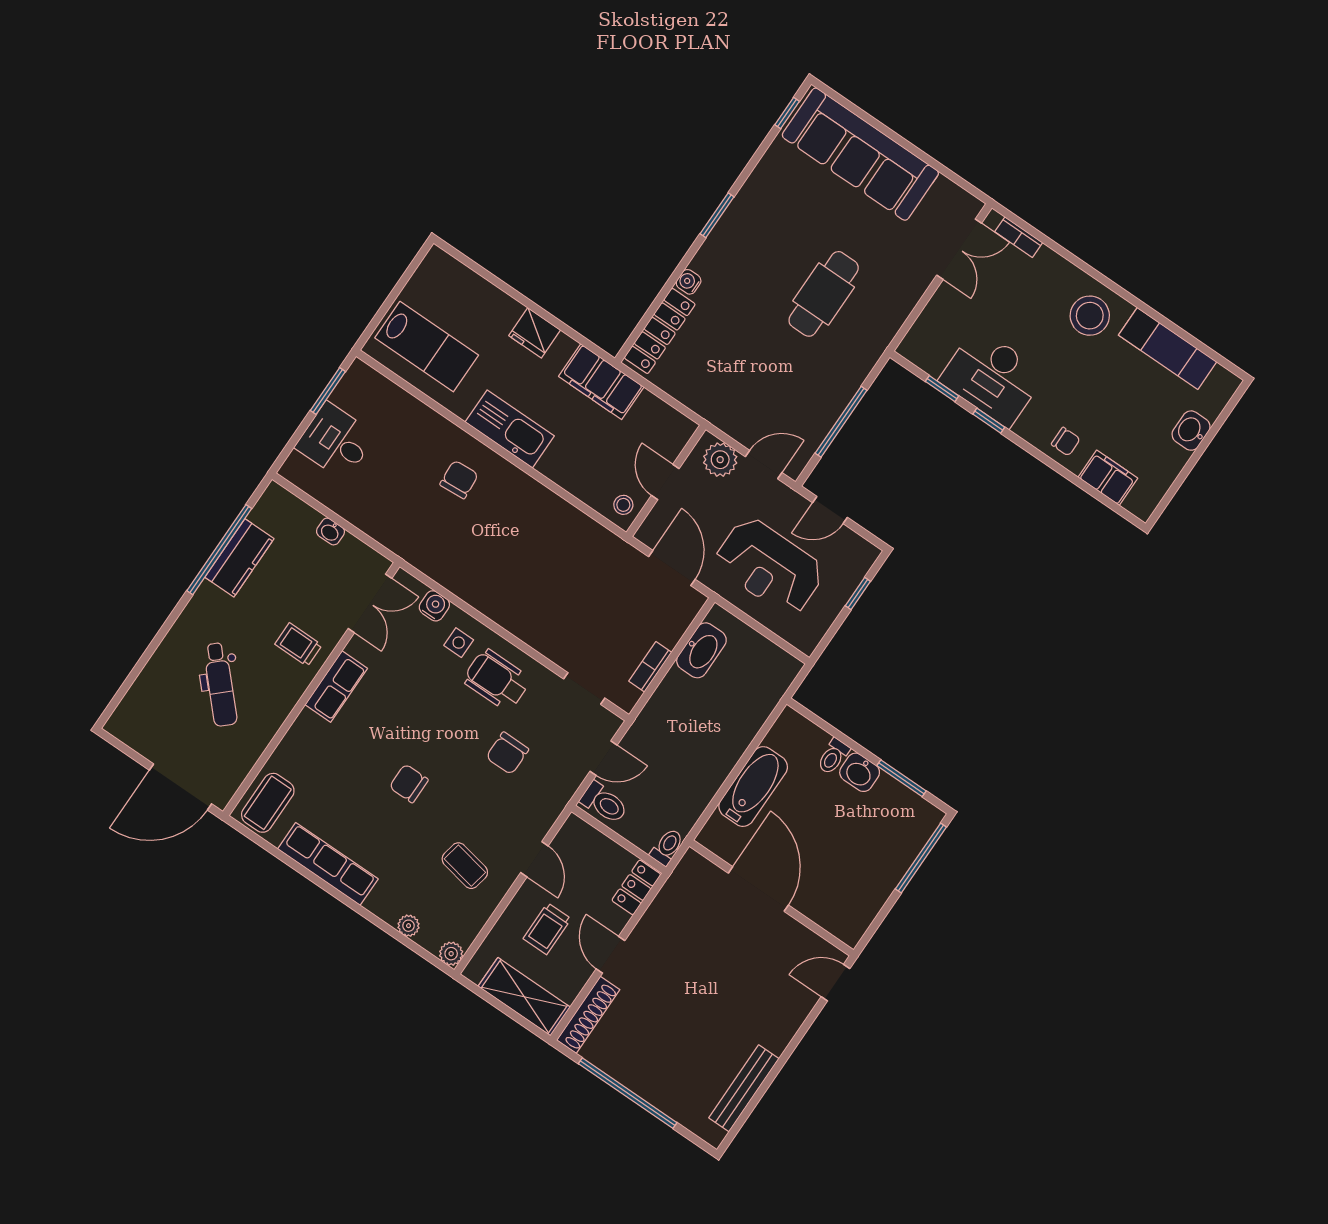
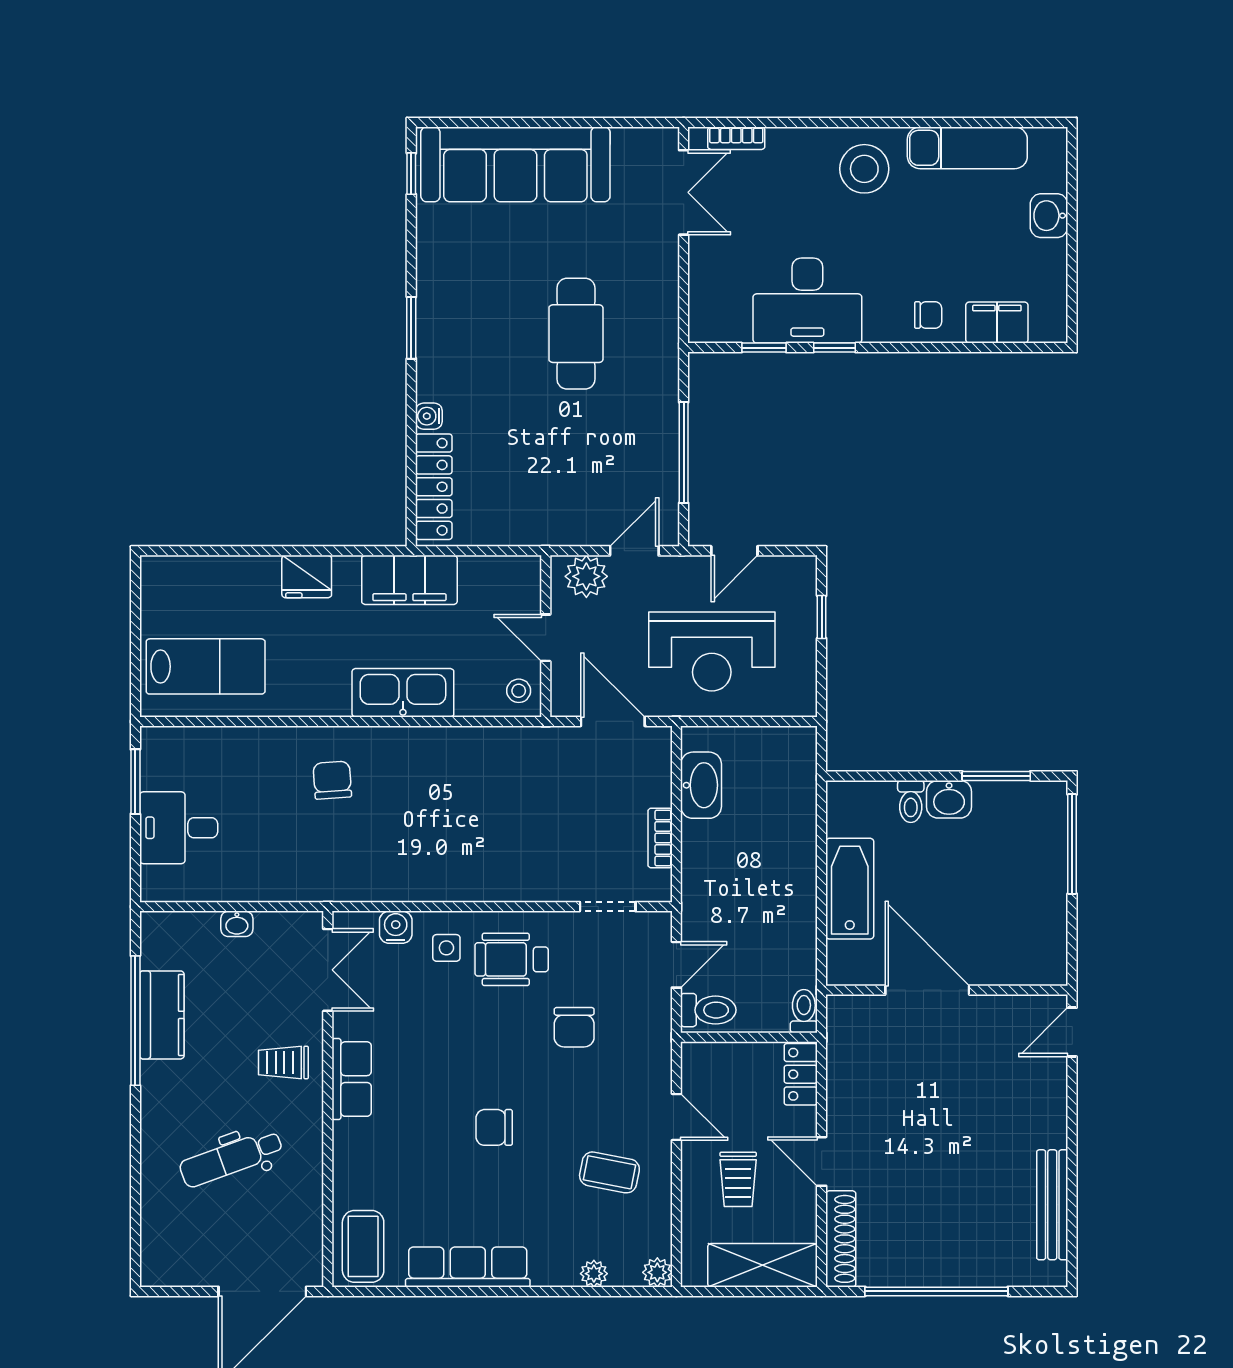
kitchen sink: (510, 429) -> (403, 693), moved
dental chair: (220, 684) -> (231, 1158), turned 113

